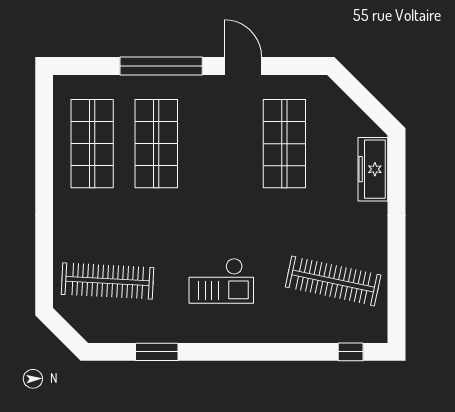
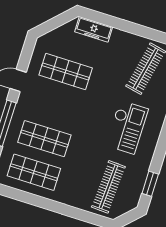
checkout: (221, 281) -> (127, 127), width x1.36, depth x1.21
window: (157, 352) -> (150, 184), moved

